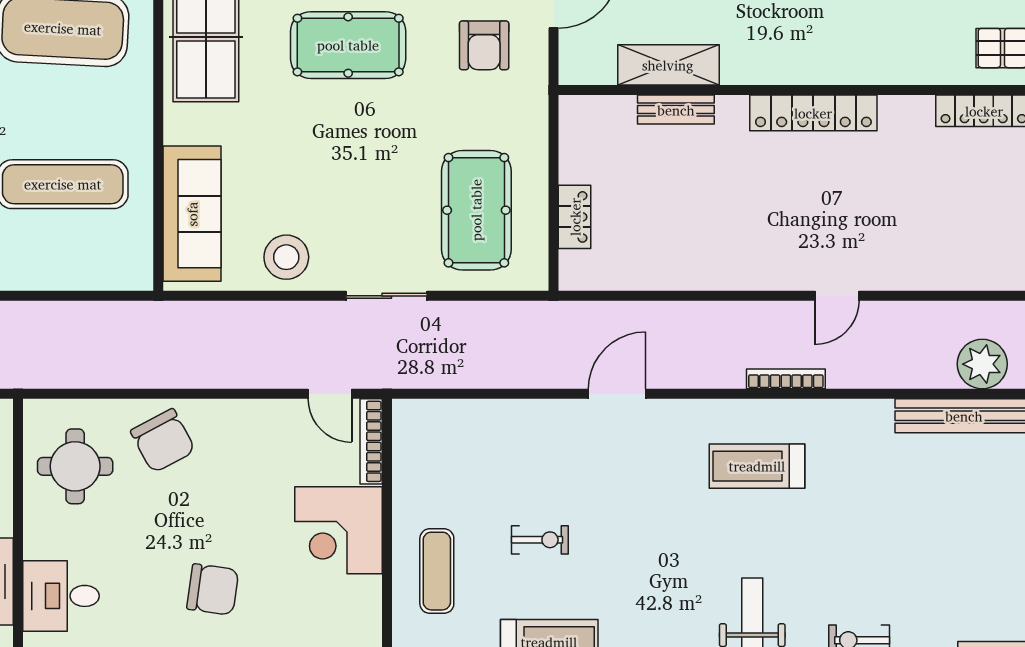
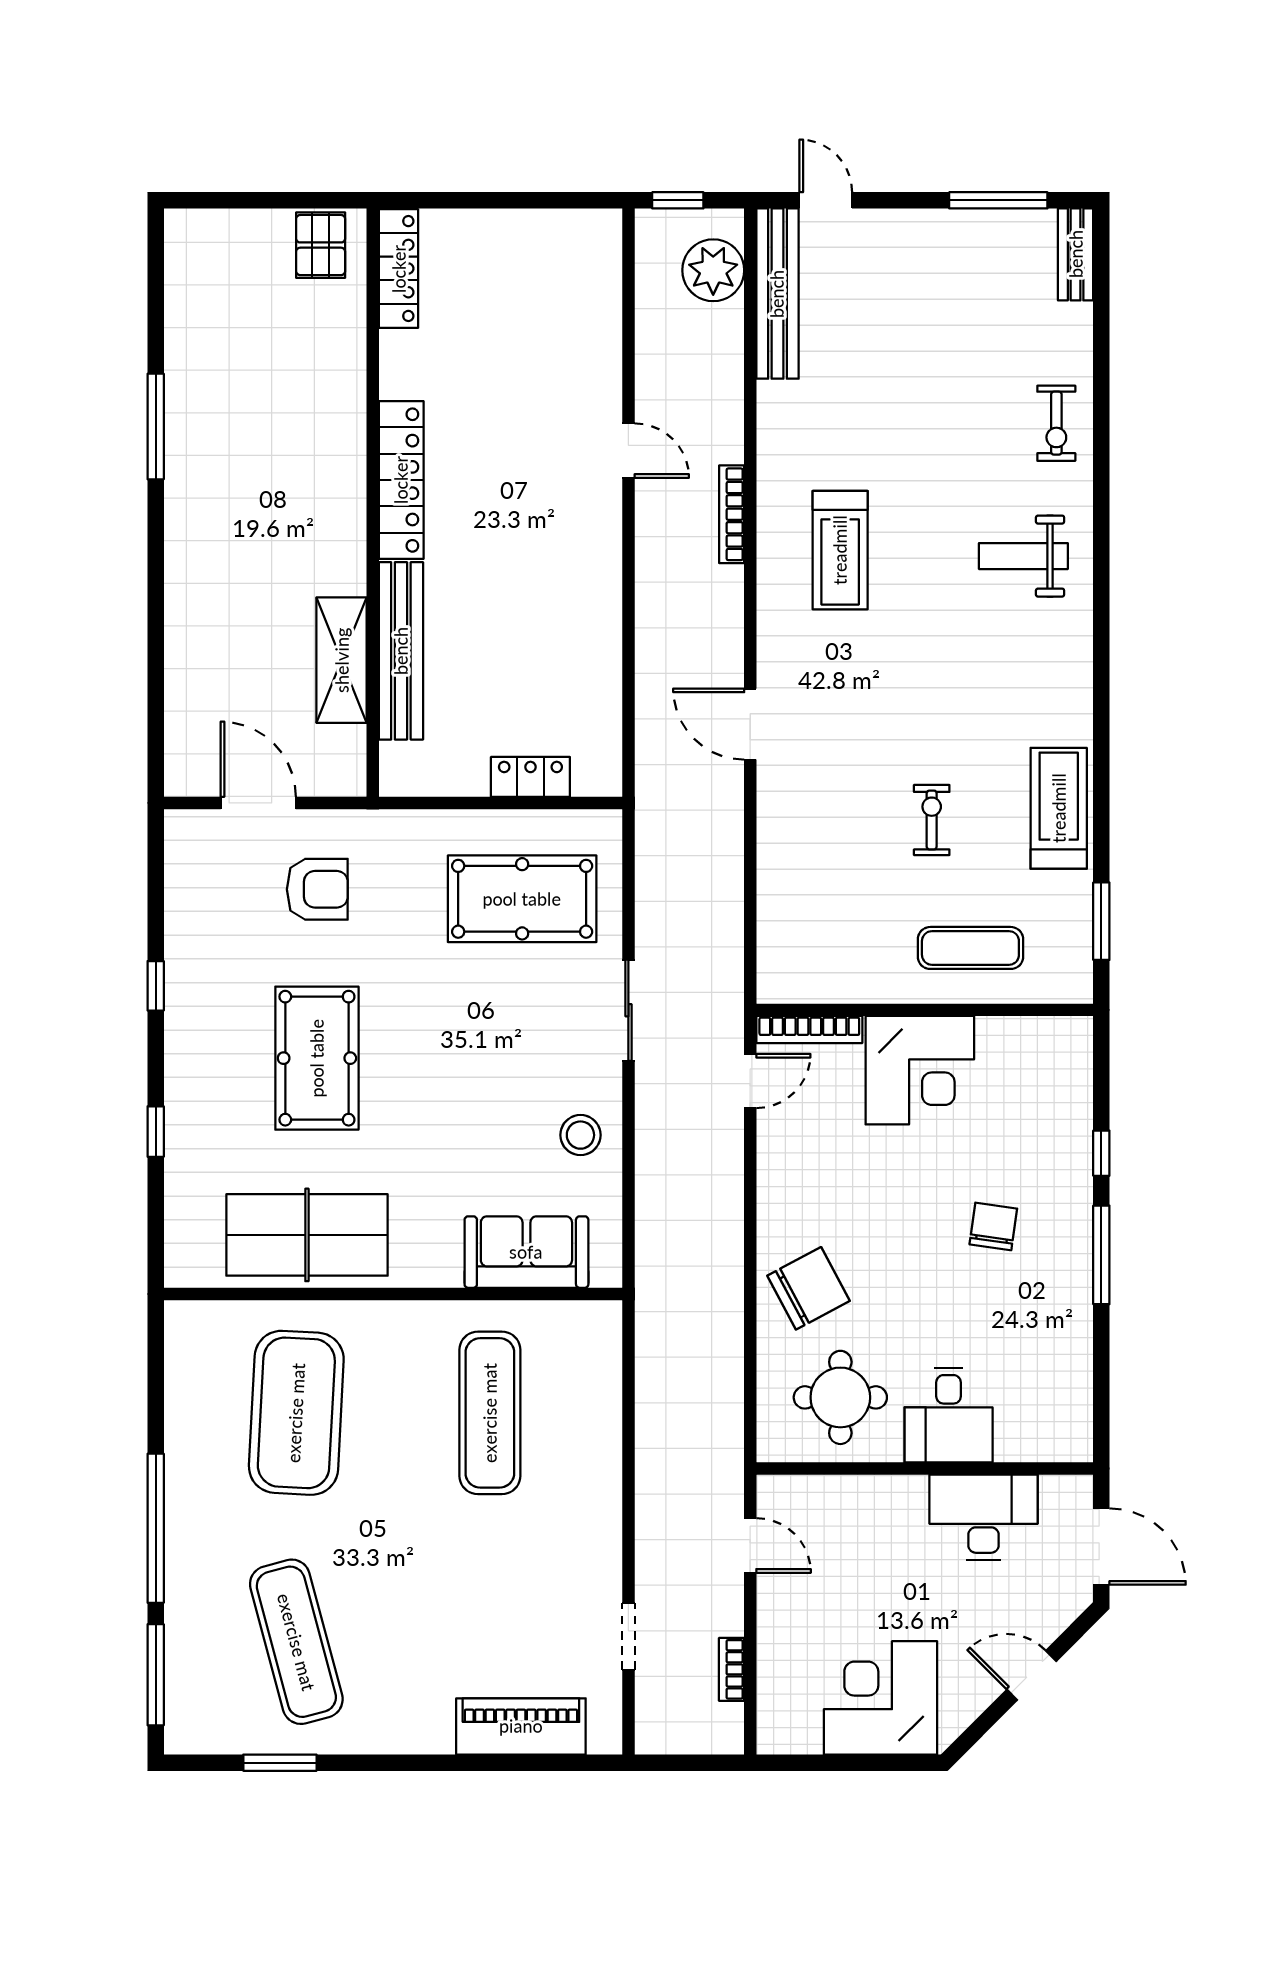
bench: (676, 110) -> (401, 651), width x1.86, depth x1.21
sofa: (192, 214) -> (526, 1252), width x0.73
stool: (286, 257) -> (580, 1135), width x0.73, depth x0.73
chair: (213, 589) -> (993, 1226), width x0.73, depth x0.73
desk: (61, 596) -> (949, 1415), moved

